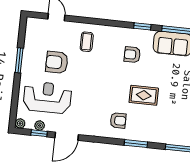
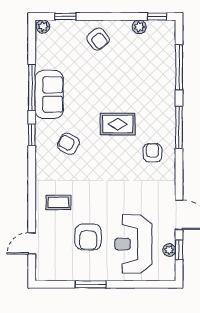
armchair: (132, 55) -> (68, 144), turned 118
rug: (144, 95) -> (118, 124), turned 90
plant: (20, 123) -> (169, 275), removed
window: (136, 144) -> (179, 127), width x1.44

